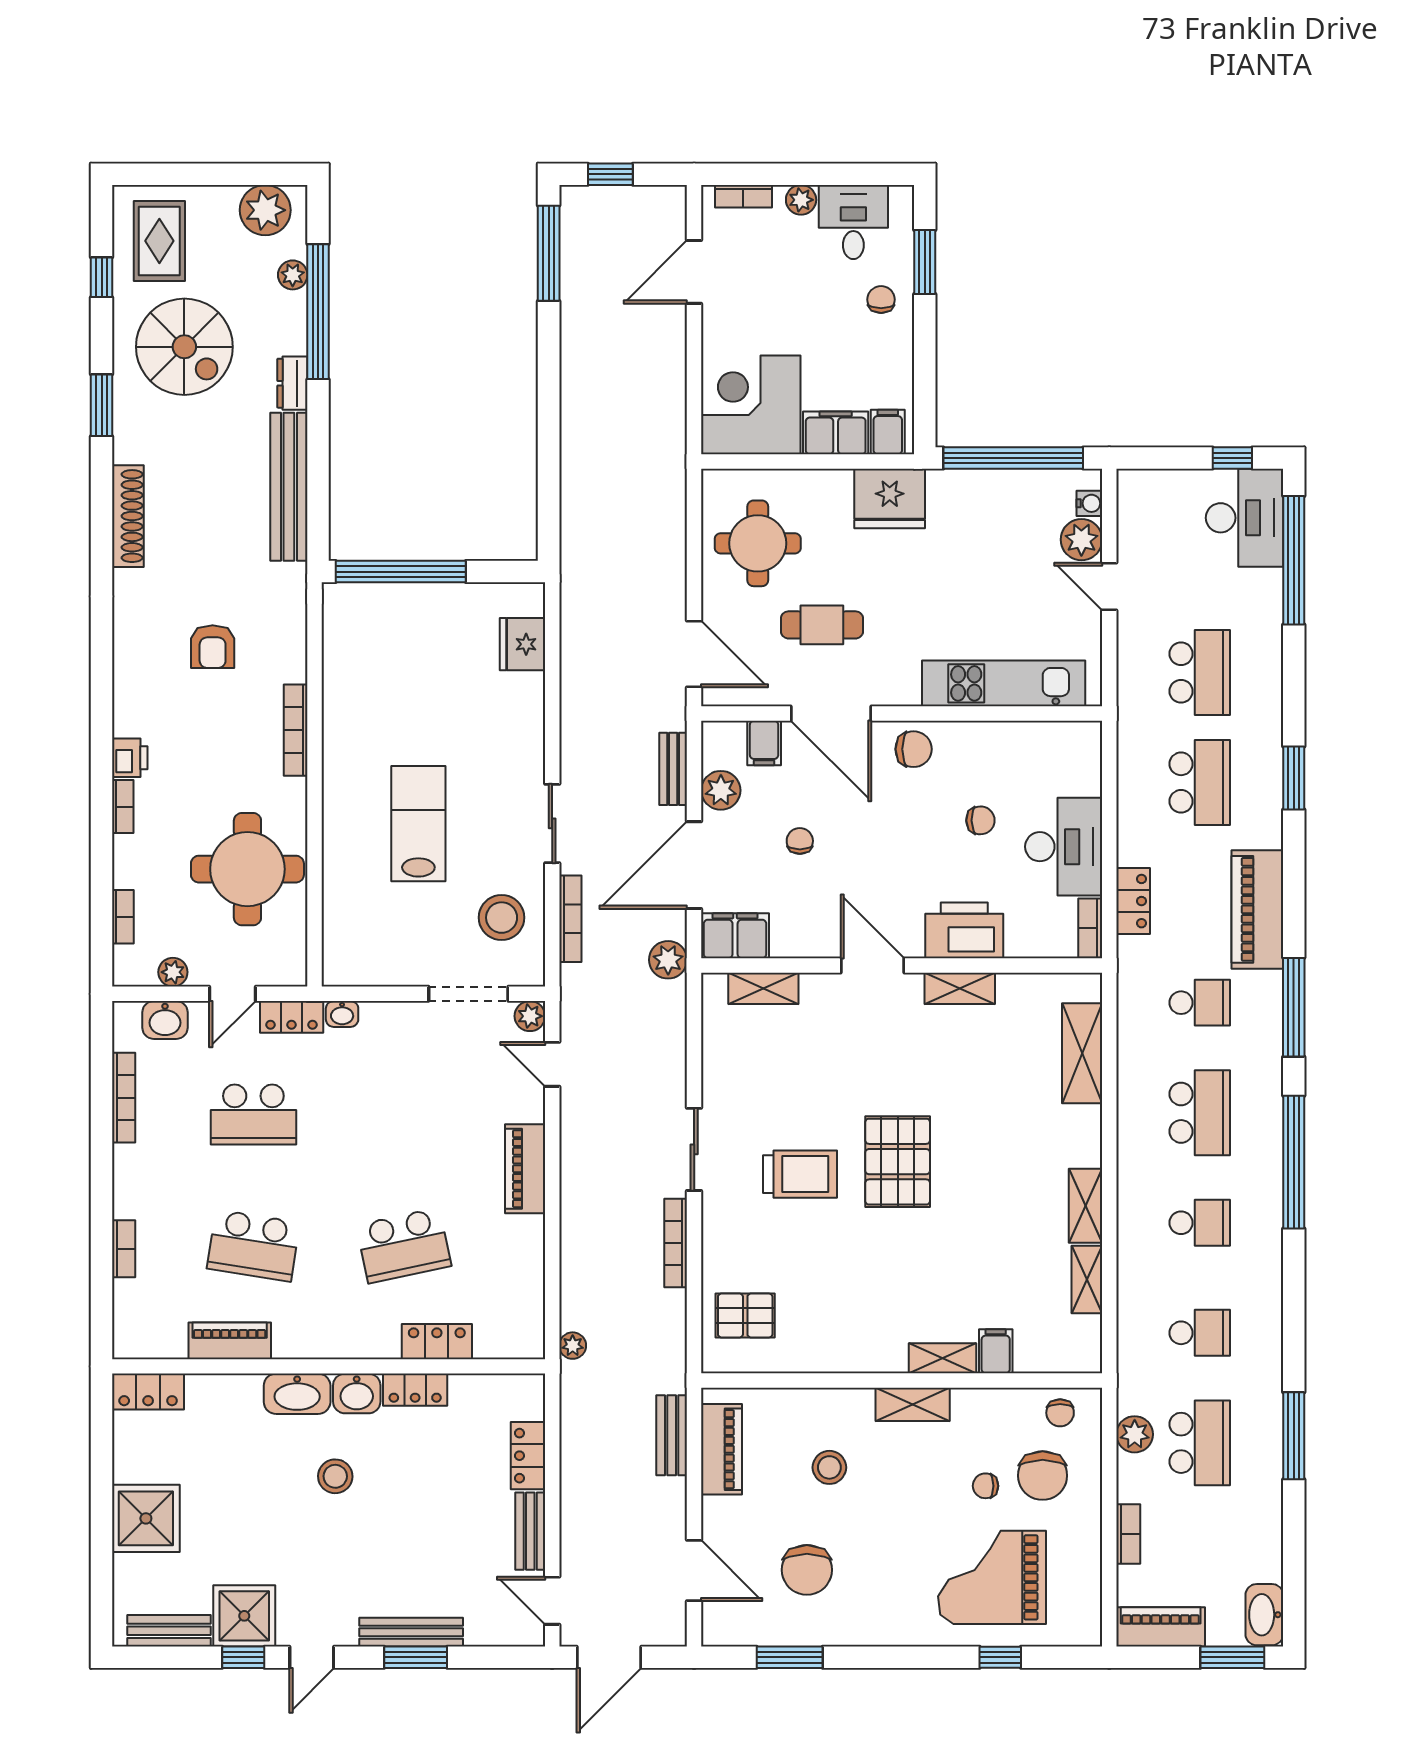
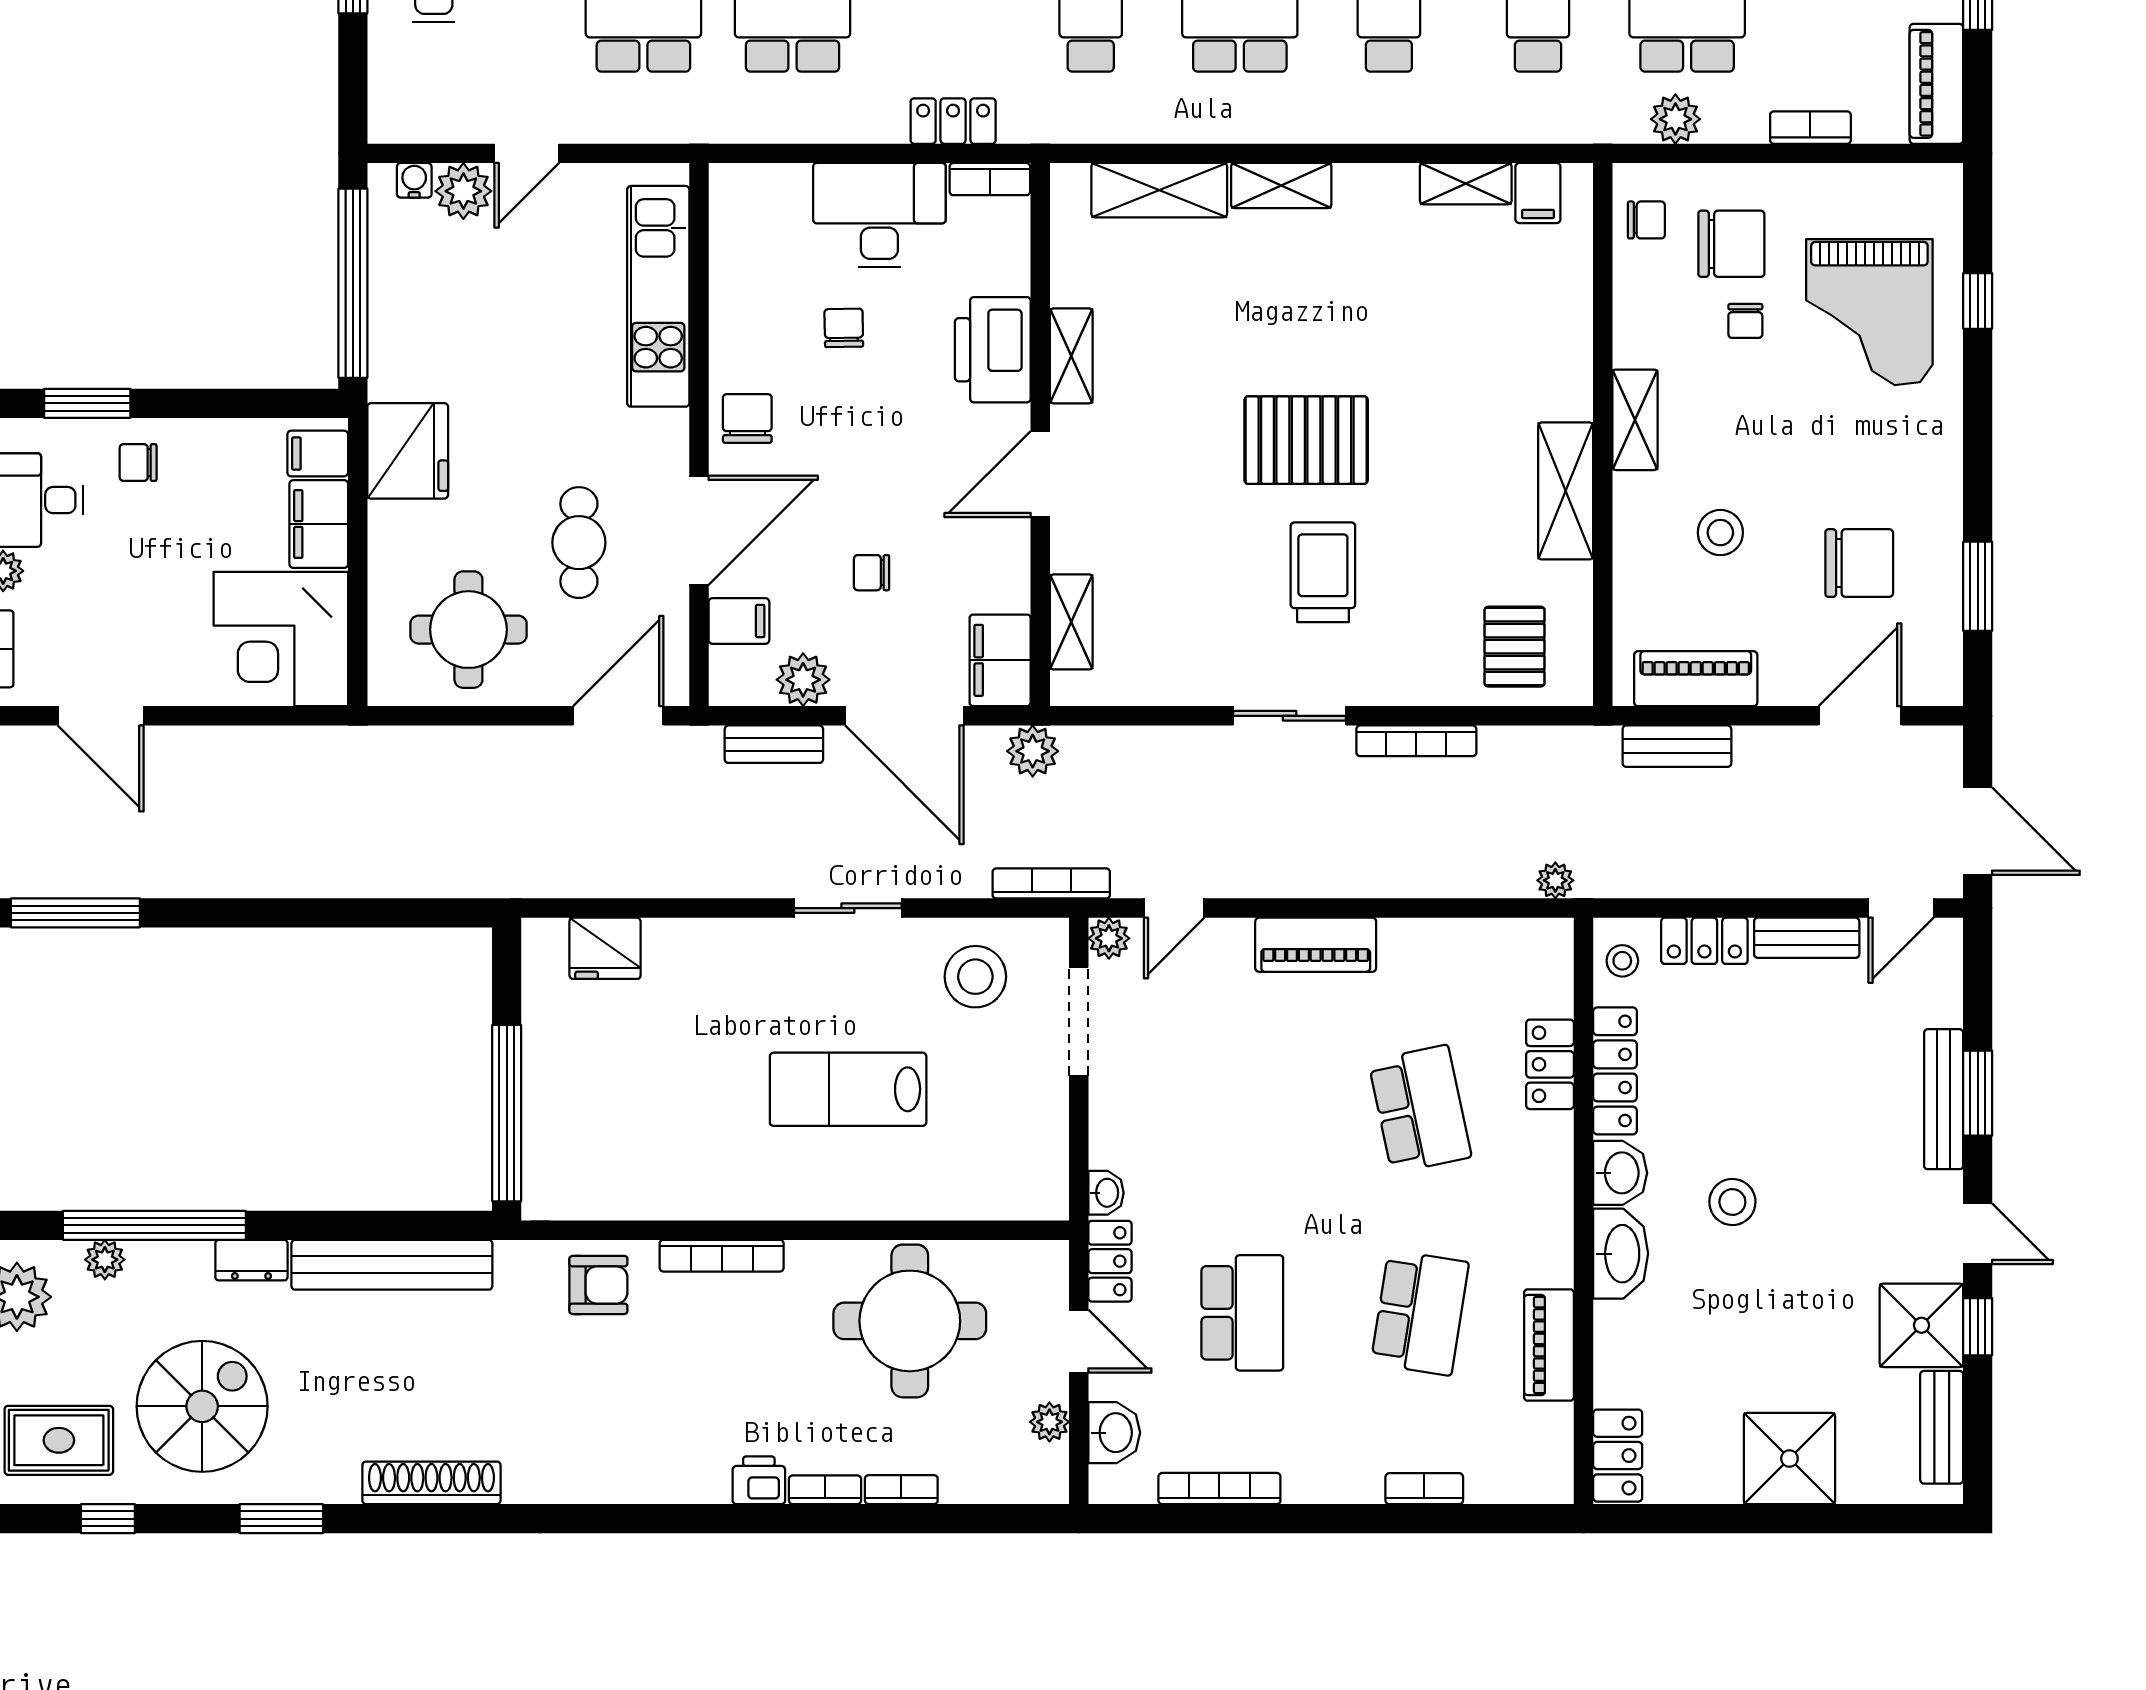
armchair: (213, 647) -> (598, 1285), moved
bookcase: (123, 917) -> (901, 1490), moved
bookcase: (570, 919) -> (1051, 883), moved
shelving: (1085, 1206) -> (1281, 186), moved
filing cabinet: (996, 1351) -> (1538, 193), moved, turned -90
shelving: (943, 1358) -> (1566, 491), moved, width x1.50, depth x1.33
locker: (415, 1390) -> (1615, 1071), width x1.53
stool: (513, 1395) -> (1622, 961), added

